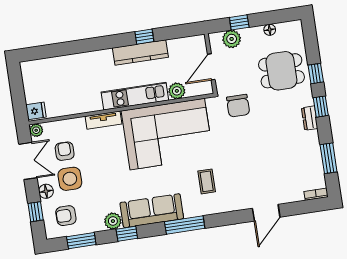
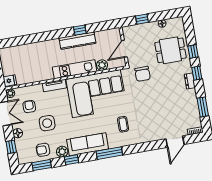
plant: (232, 39) -> (137, 30), removed
side table: (70, 179) -> (47, 123), moved
door: (266, 213) -> (175, 142), moved
armchair: (66, 216) -> (43, 150), moved

